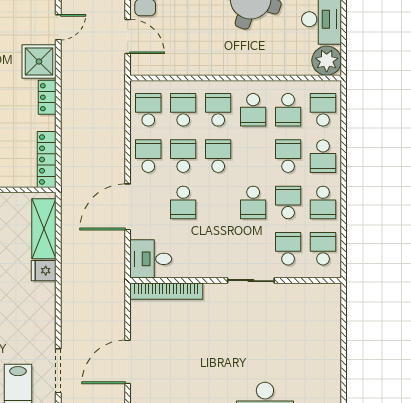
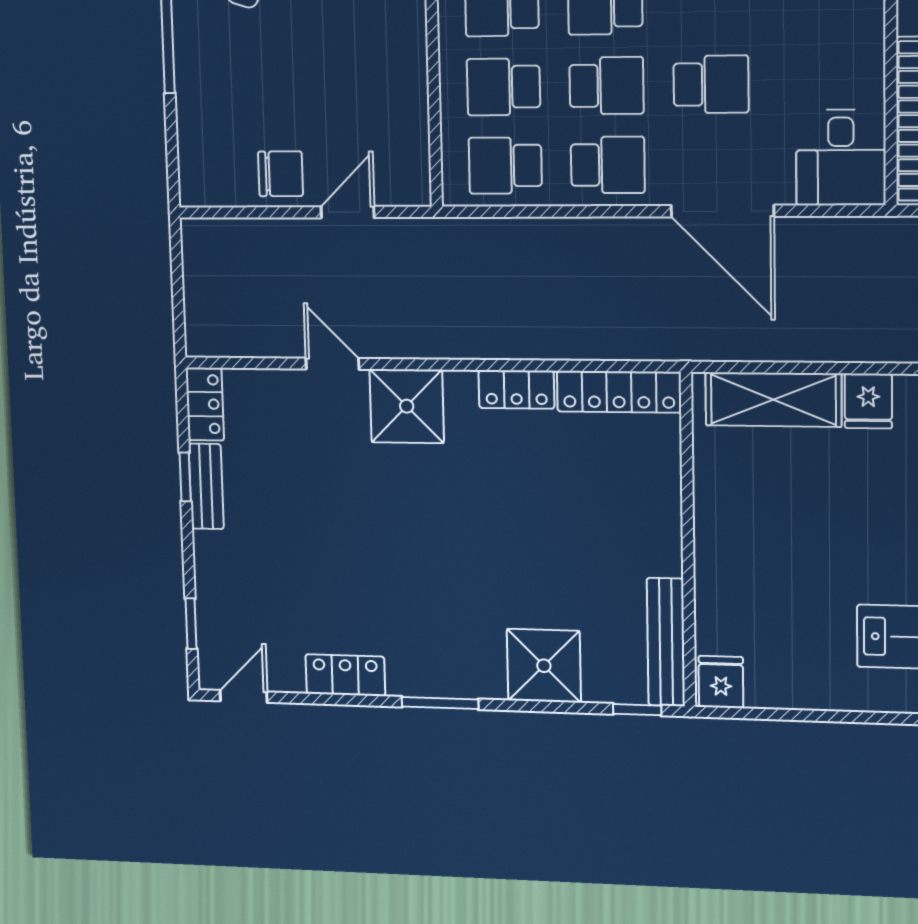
door: (128, 36) -> (348, 212), width x0.73
locker: (47, 97) -> (516, 389), moved
school desk: (148, 156) -> (608, 165), turned 180
school desk: (183, 156) -> (606, 86), turned 180

